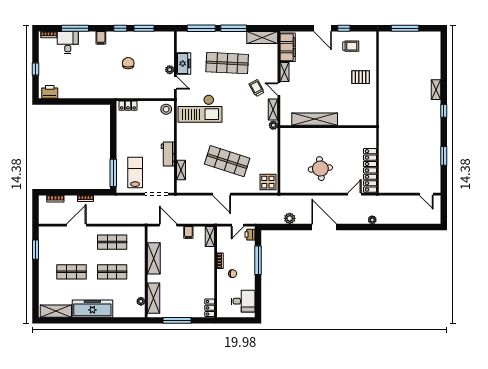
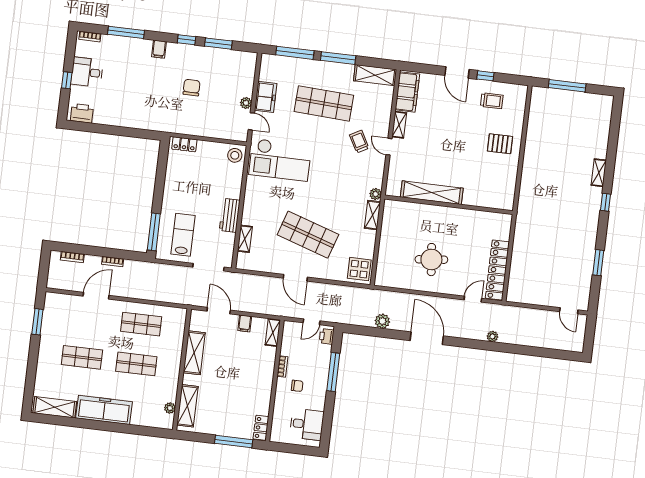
desk: (68, 43) -> (87, 72), moved, turned -90
shelving: (273, 109) -> (373, 215), moved
window: (177, 320) -> (234, 442), moved

